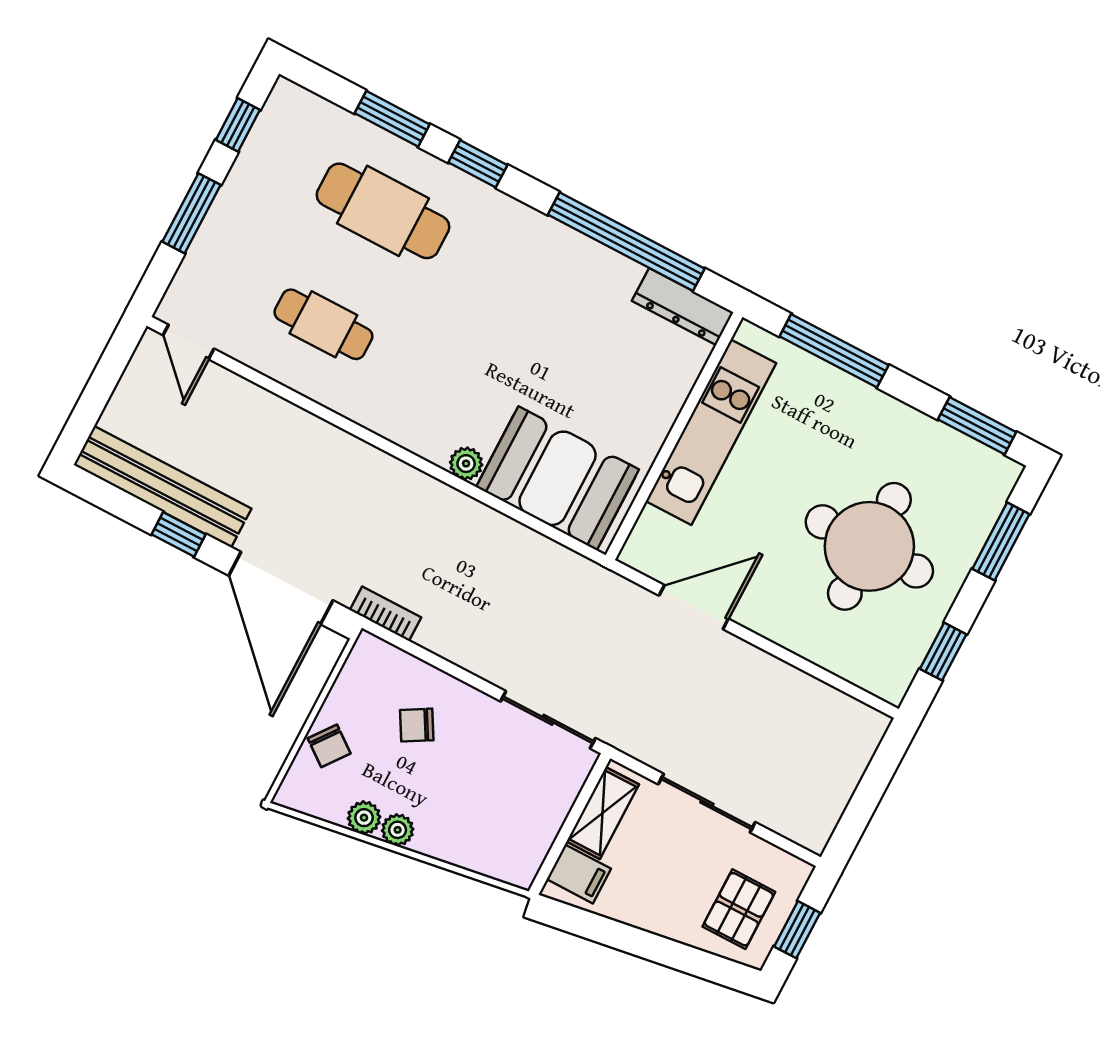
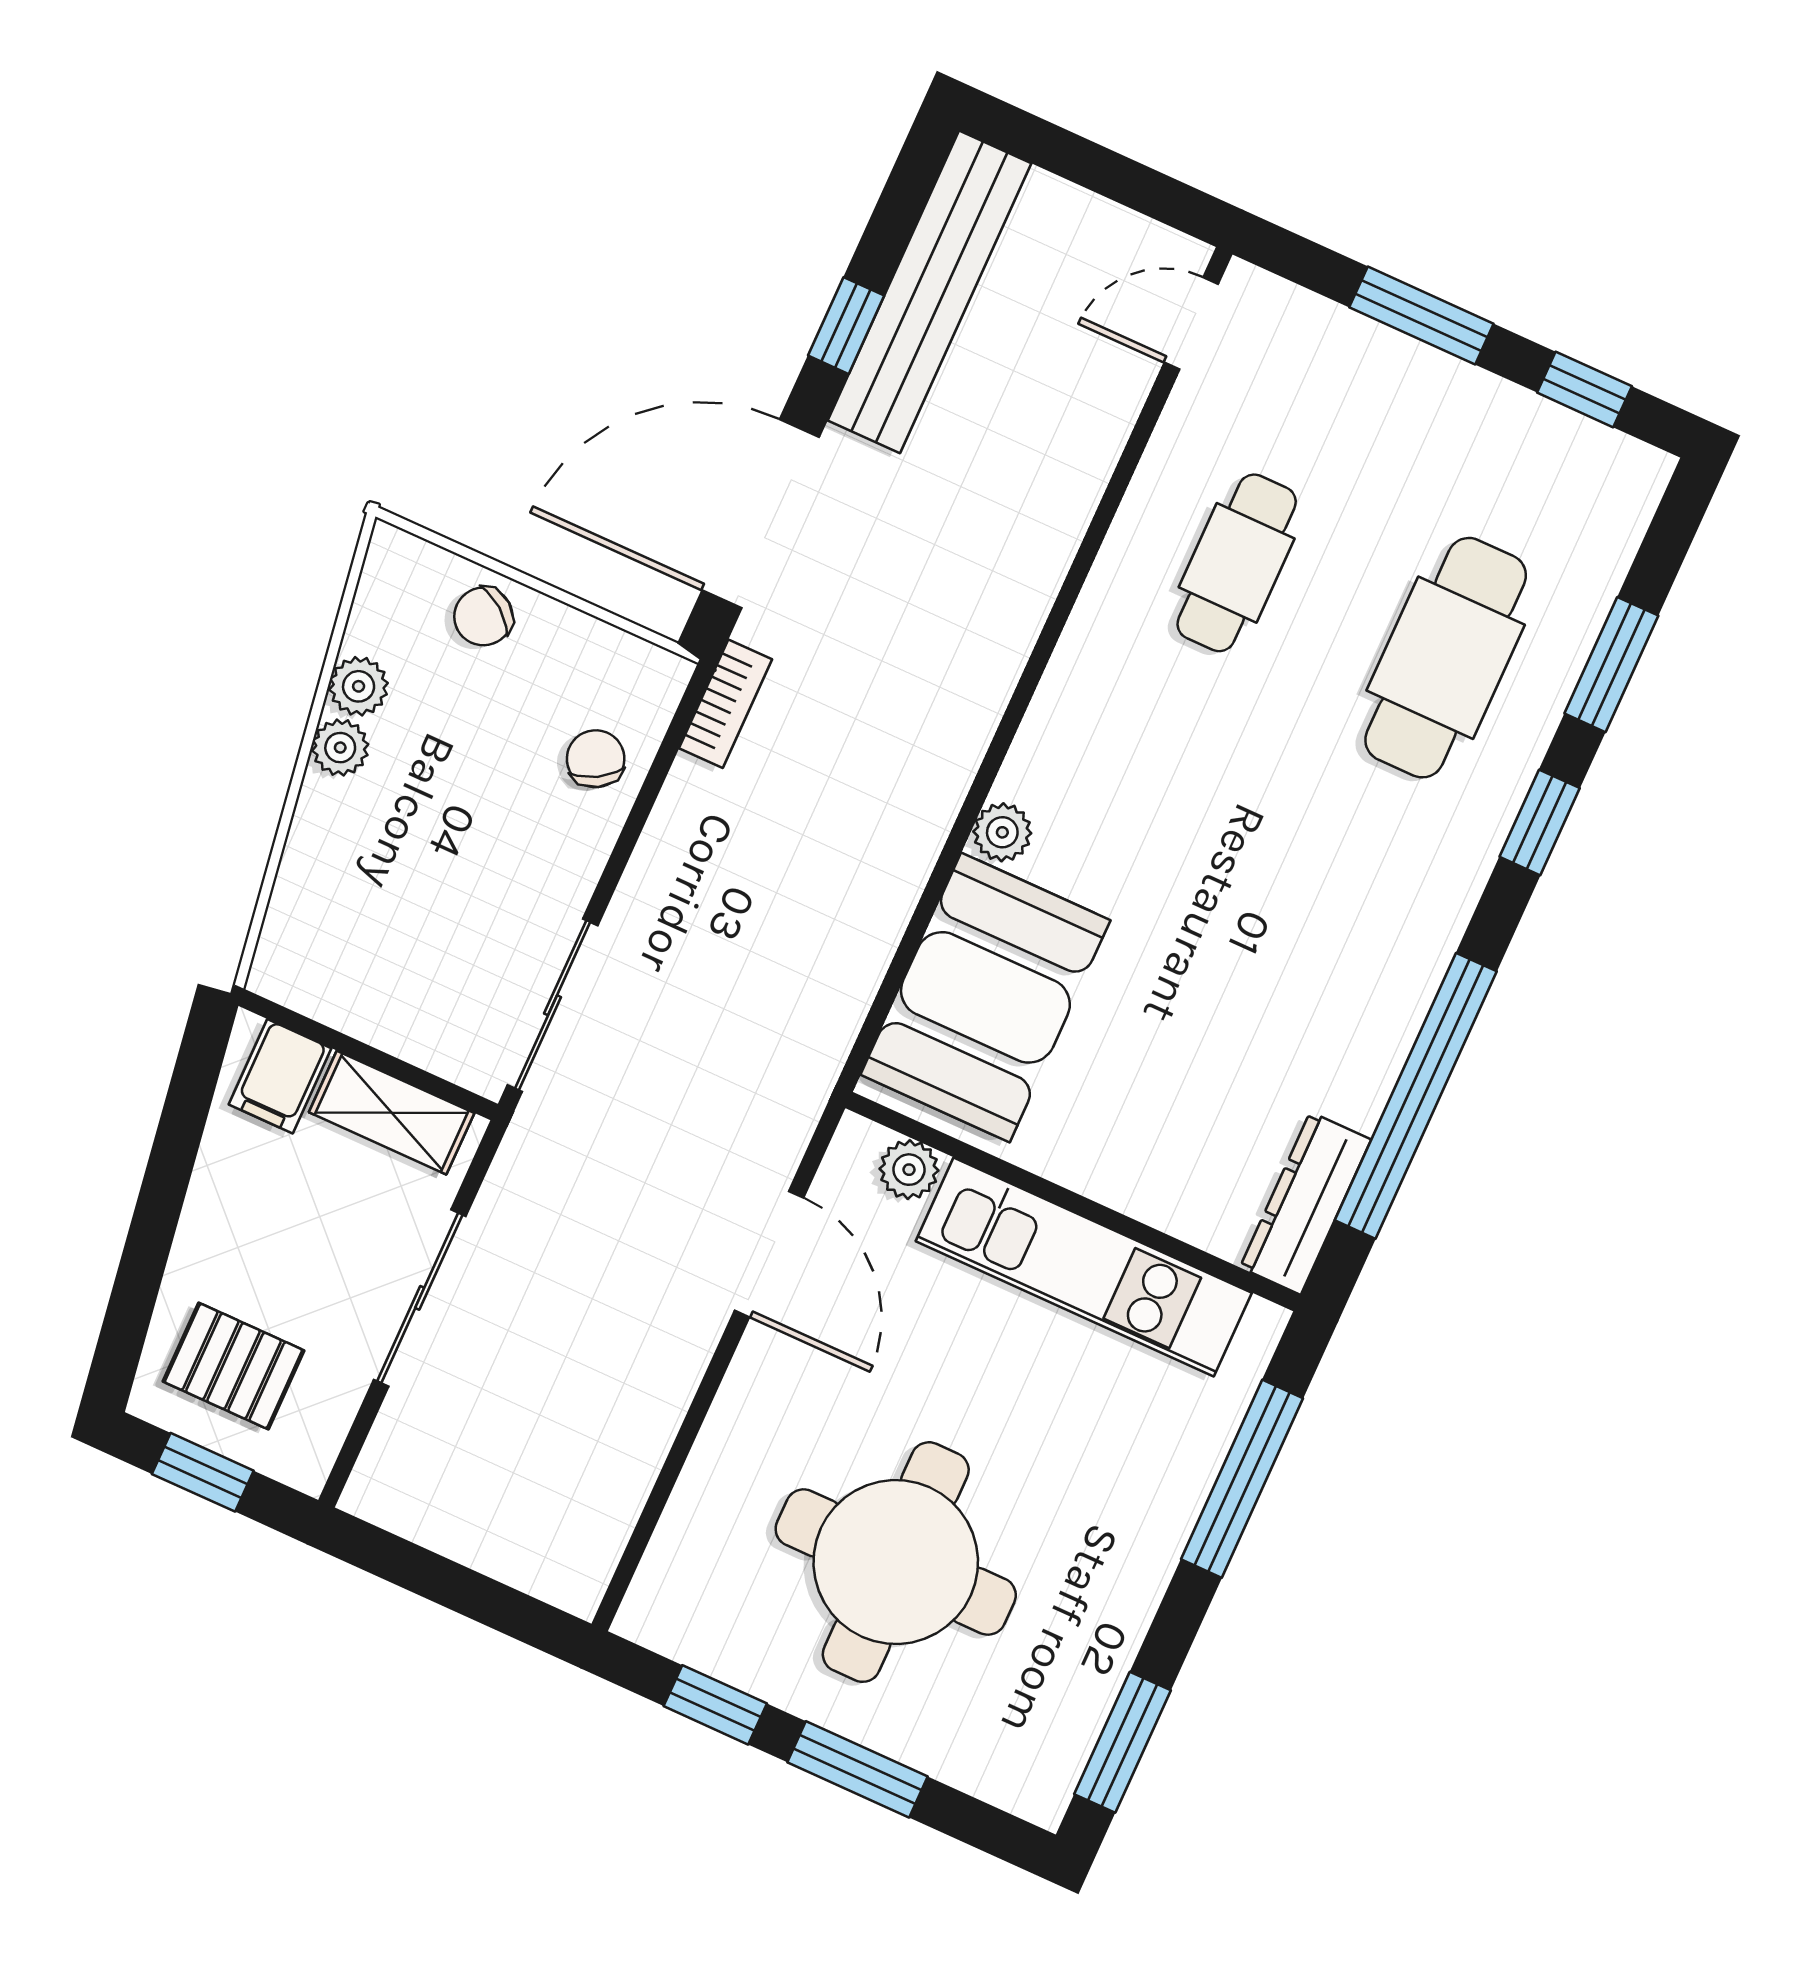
plant: (651, 526) -> (909, 1170), added
window: (1001, 541) -> (858, 1769), moved
chair: (417, 725) -> (596, 759), moved

